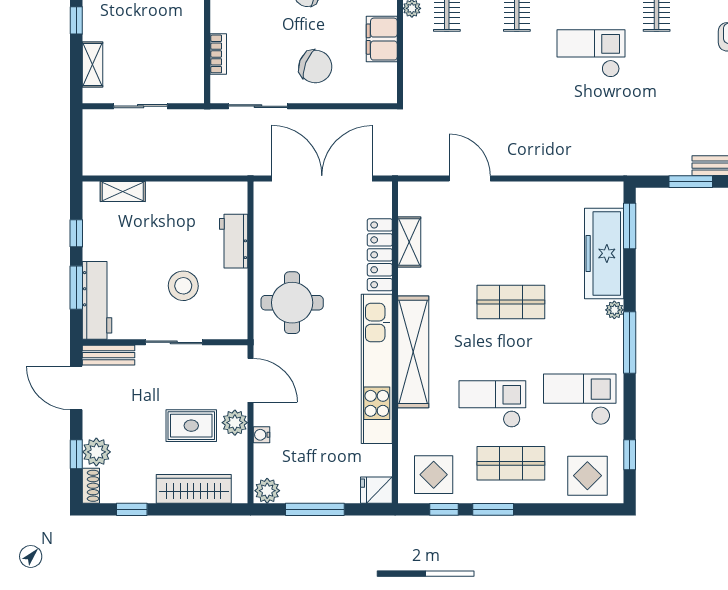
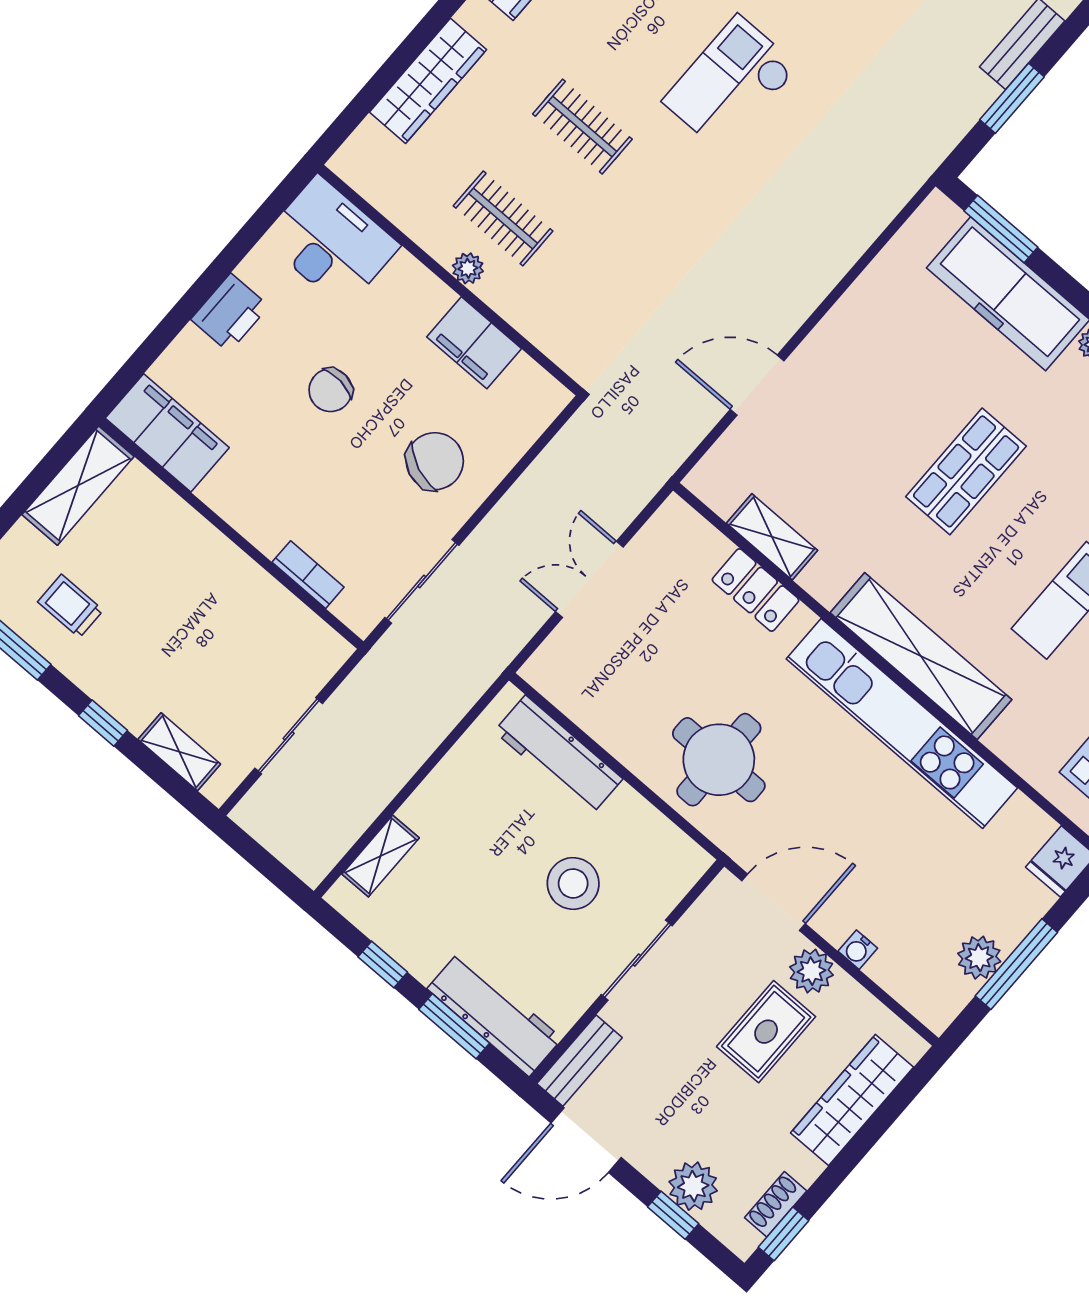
double door: (322, 178) -> (589, 579), width x0.54
workbench: (234, 241) -> (558, 755), width x1.38
locker: (380, 255) -> (755, 590), width x0.66
shoe rack: (91, 486) -> (776, 1204), moved, turned -90
plant: (267, 491) -> (979, 958), moved
window: (132, 509) -> (783, 1234), moved

